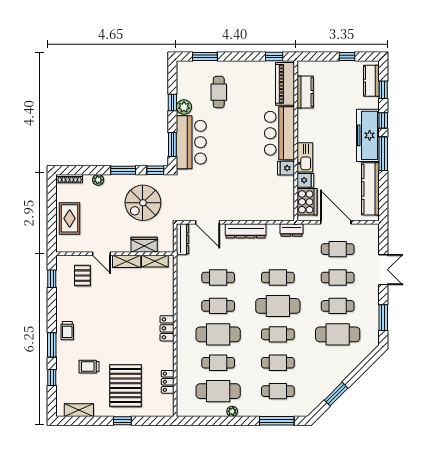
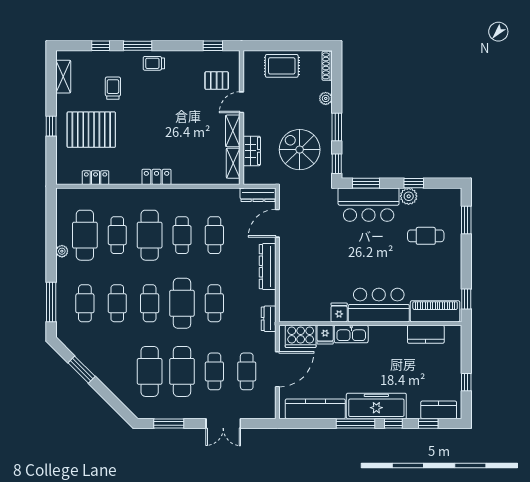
cafe table: (338, 306) -> (182, 371), width x1.37, depth x1.35

